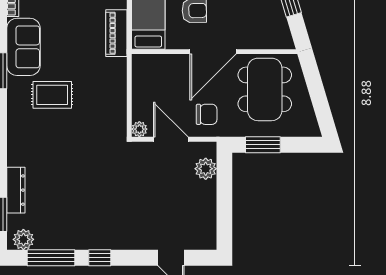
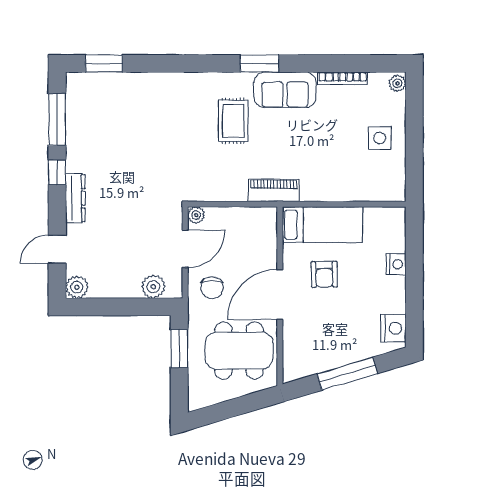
piano: (116, 33) -> (274, 190), moved
door: (213, 52) -> (280, 295), hinge flipped
dresser: (16, 190) -> (75, 198), moved, turned -90
plant: (23, 239) -> (77, 287), moved

